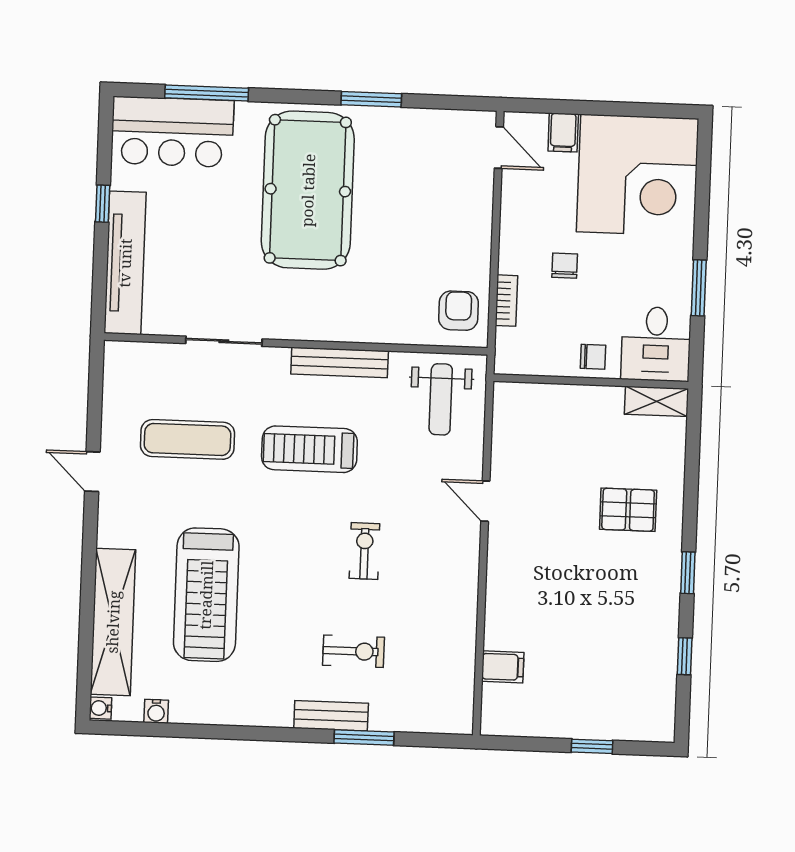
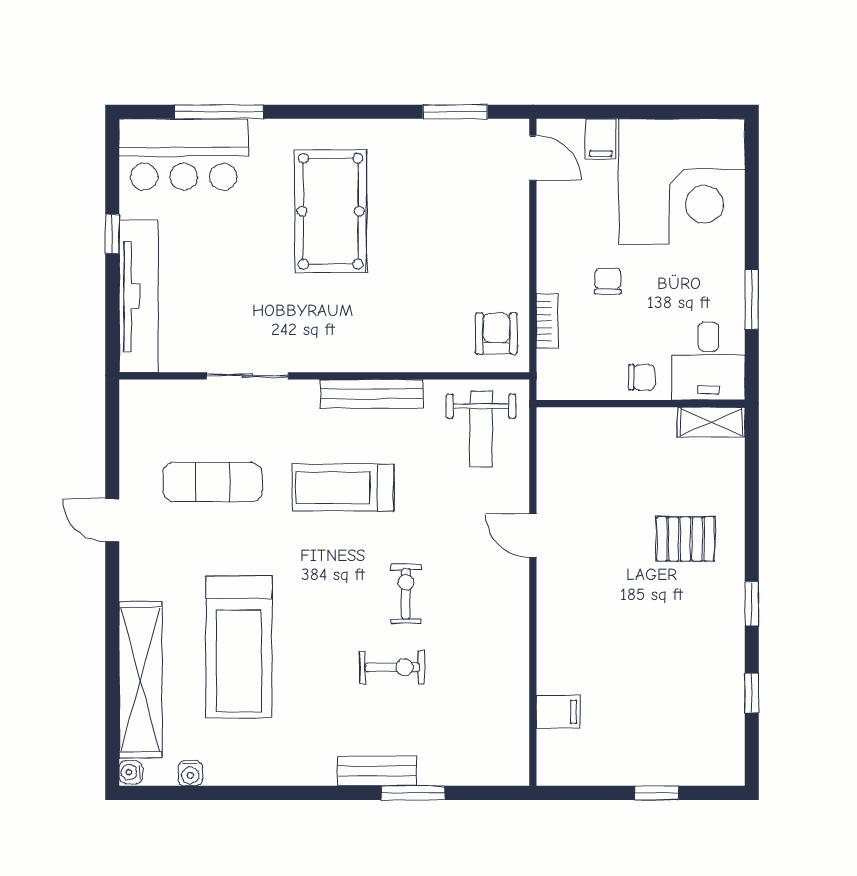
window: (371, 99) -> (455, 112), moved
pool table: (308, 190) -> (331, 211), width x0.73, depth x0.76
exercise bike: (353, 651) -> (392, 667), moved

